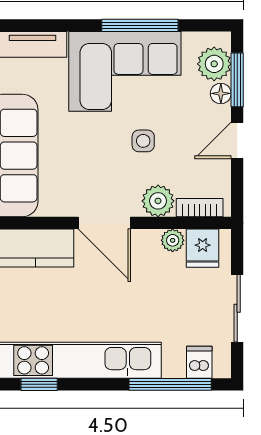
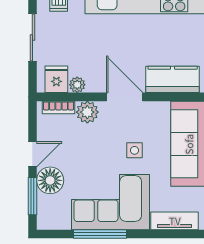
plant: (214, 64) -> (48, 207), removed
floor lamp: (221, 93) -> (50, 180), width x1.89, depth x1.89
side table: (143, 141) -> (135, 150), moved

